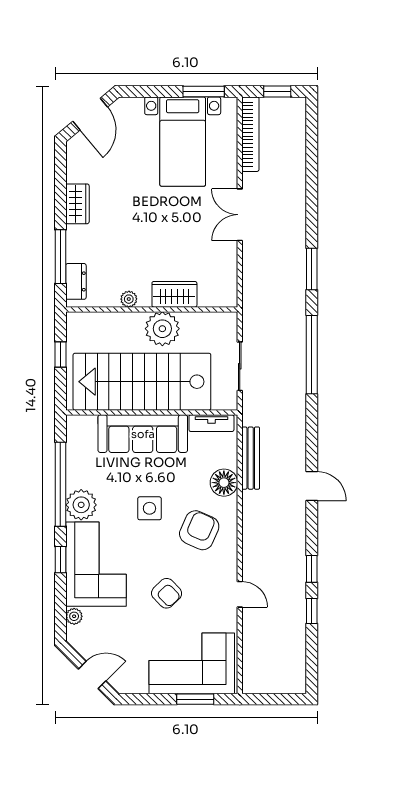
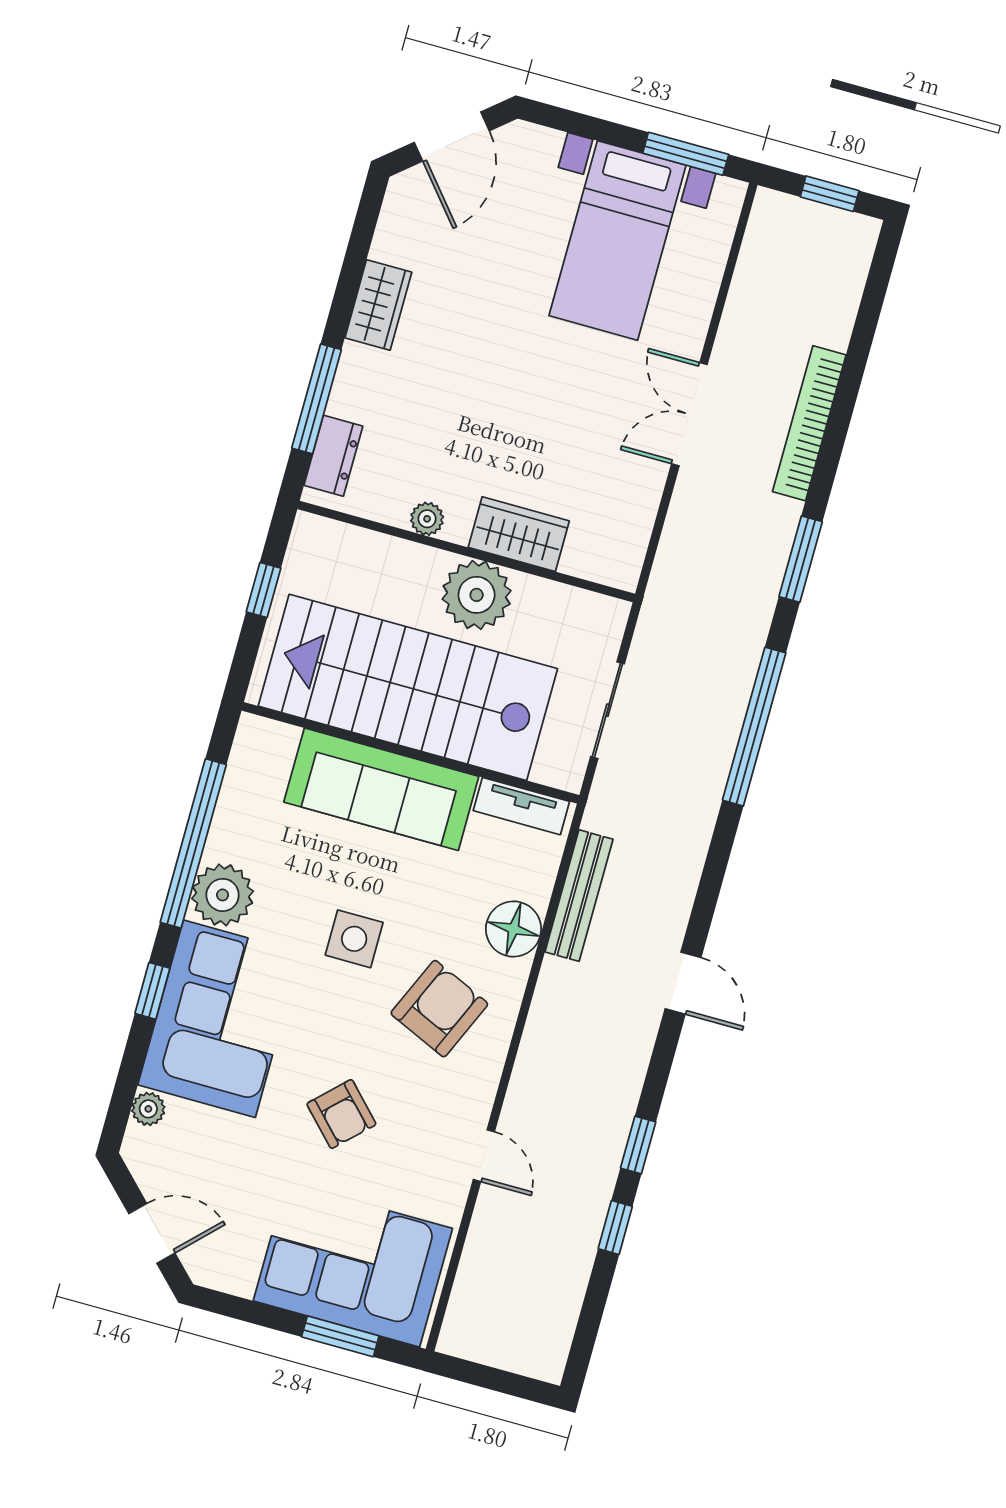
bookcase: (250, 134) -> (809, 423), moved, turned 180

